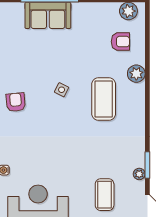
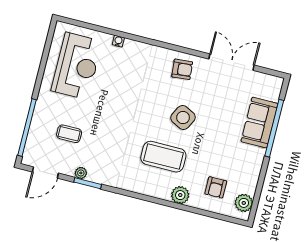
side table: (62, 90) -> (183, 118), width x1.87, depth x1.87
coffee table: (105, 195) -> (69, 134), width x0.73, depth x0.77

